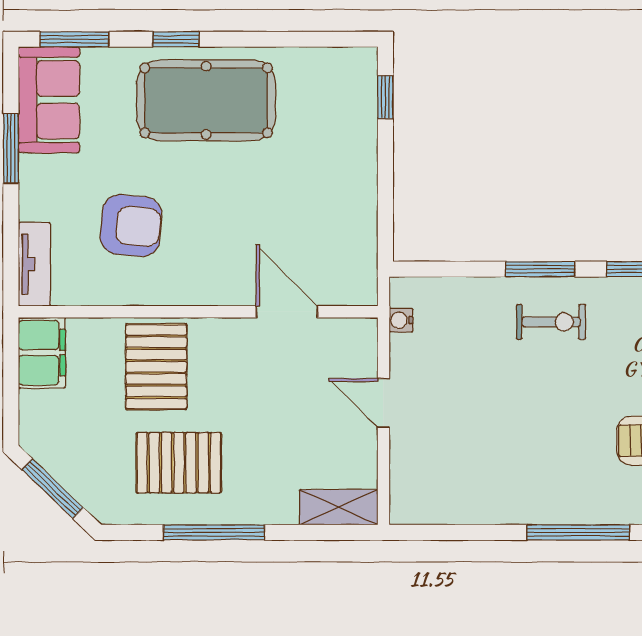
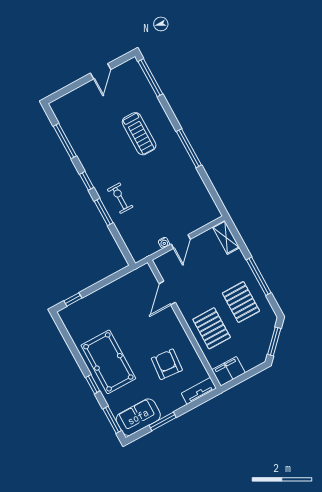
water cooler: (401, 320) -> (164, 243), moved
pallet: (156, 367) -> (212, 328), turned 90

